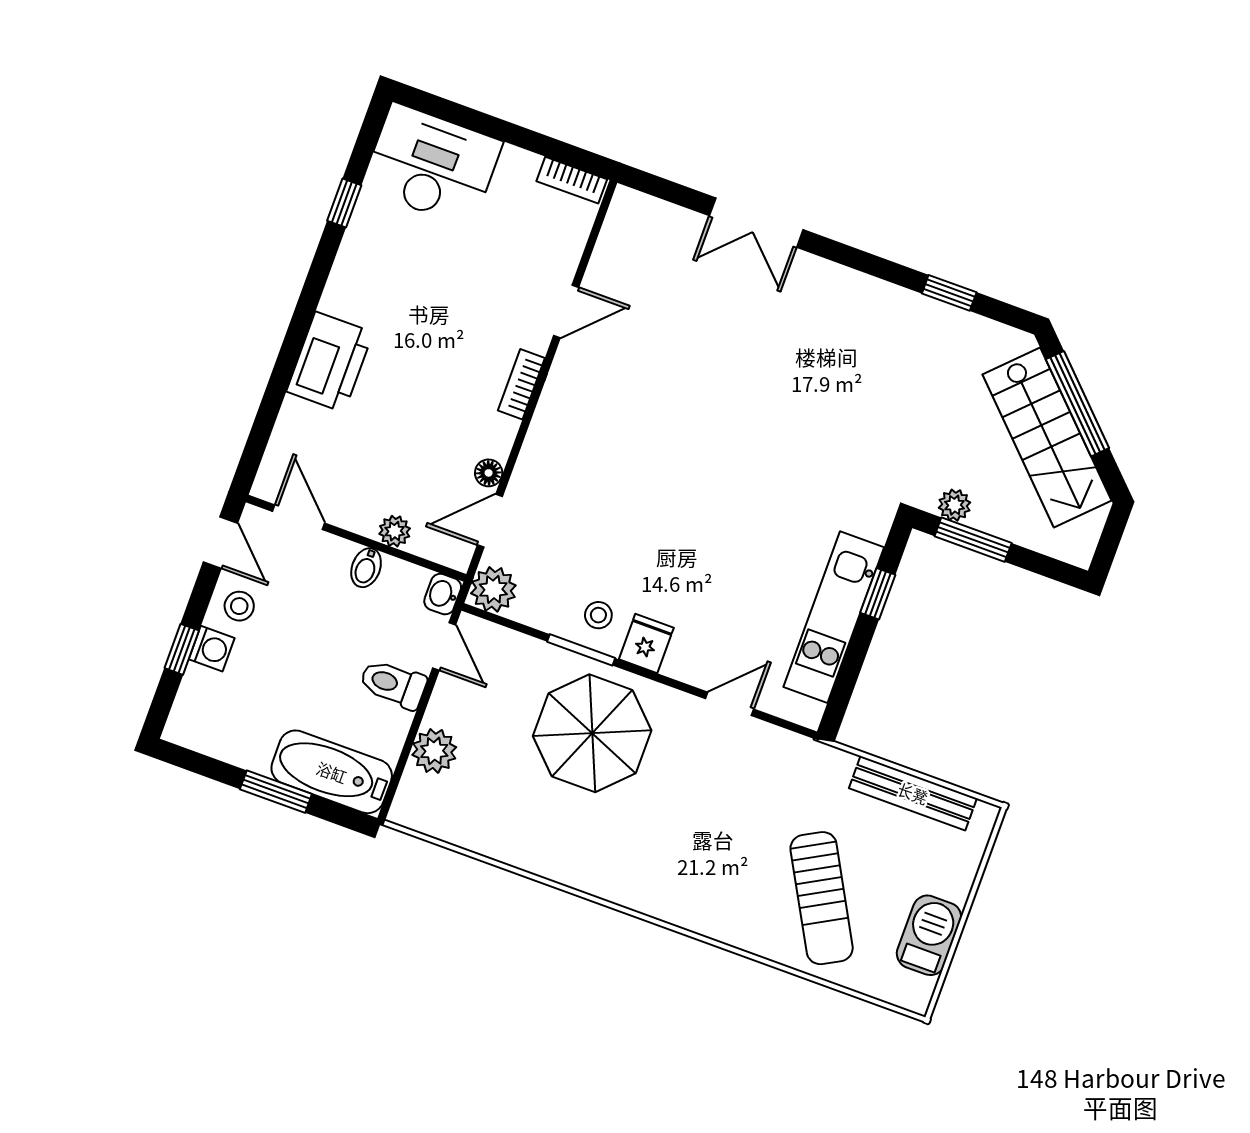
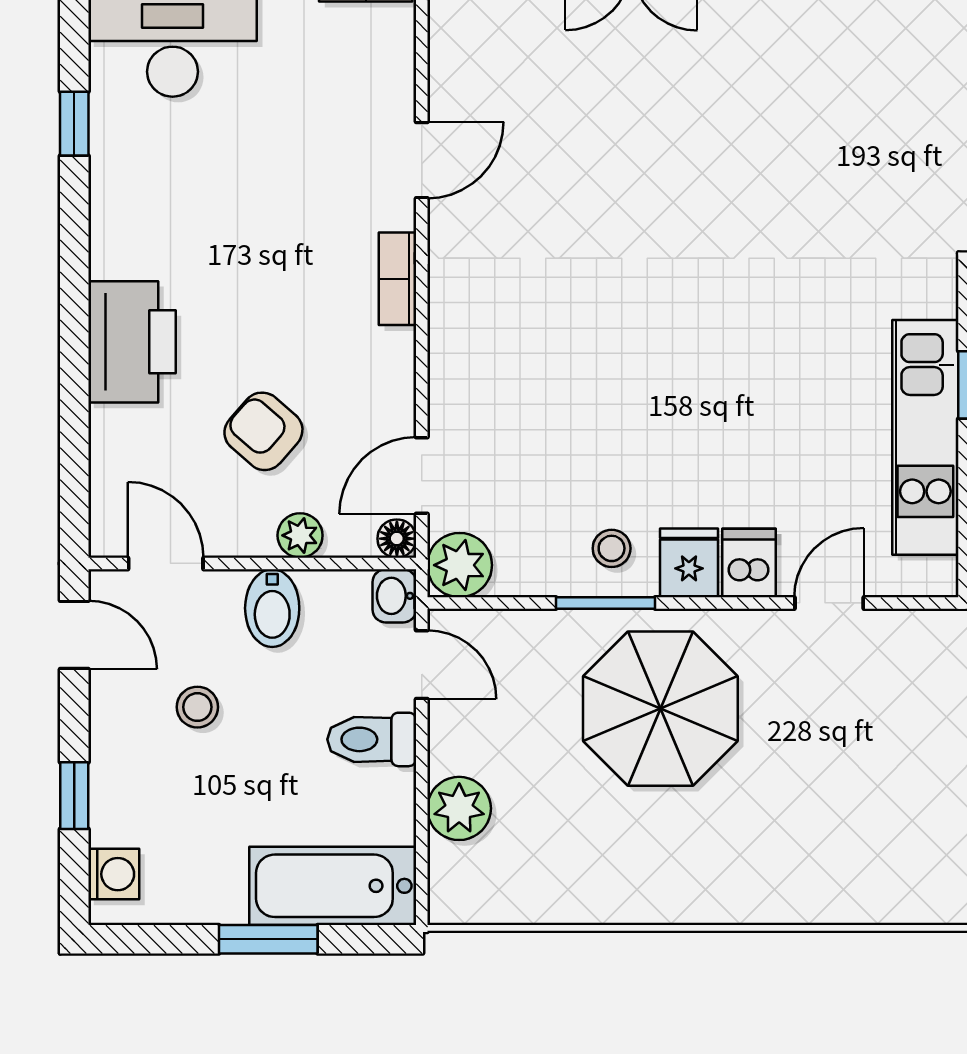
armchair: (396, 453) -> (263, 431), added
floor lamp: (489, 473) -> (397, 539), moved
bidet: (366, 568) -> (272, 608), width x1.38, depth x1.36
stool: (239, 606) -> (197, 707), moved
washing machine: (212, 649) -> (114, 874), moved
dishwasher: (686, 658) -> (749, 563), added

